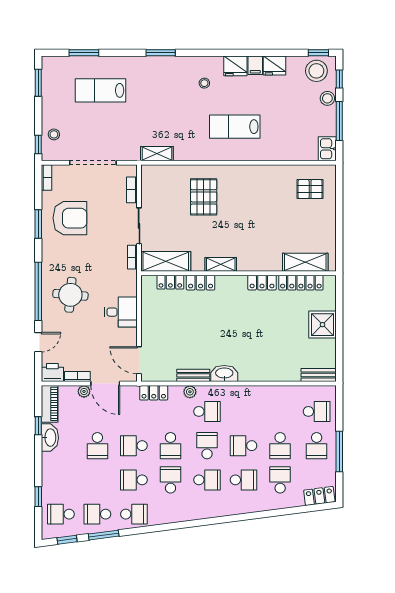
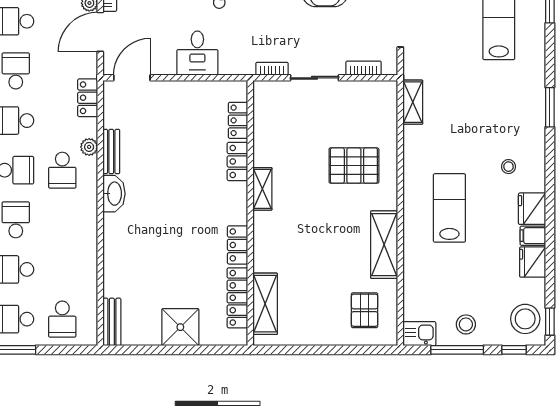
stool: (327, 98) -> (466, 324), moved
shelving: (166, 261) -> (384, 245), moved

